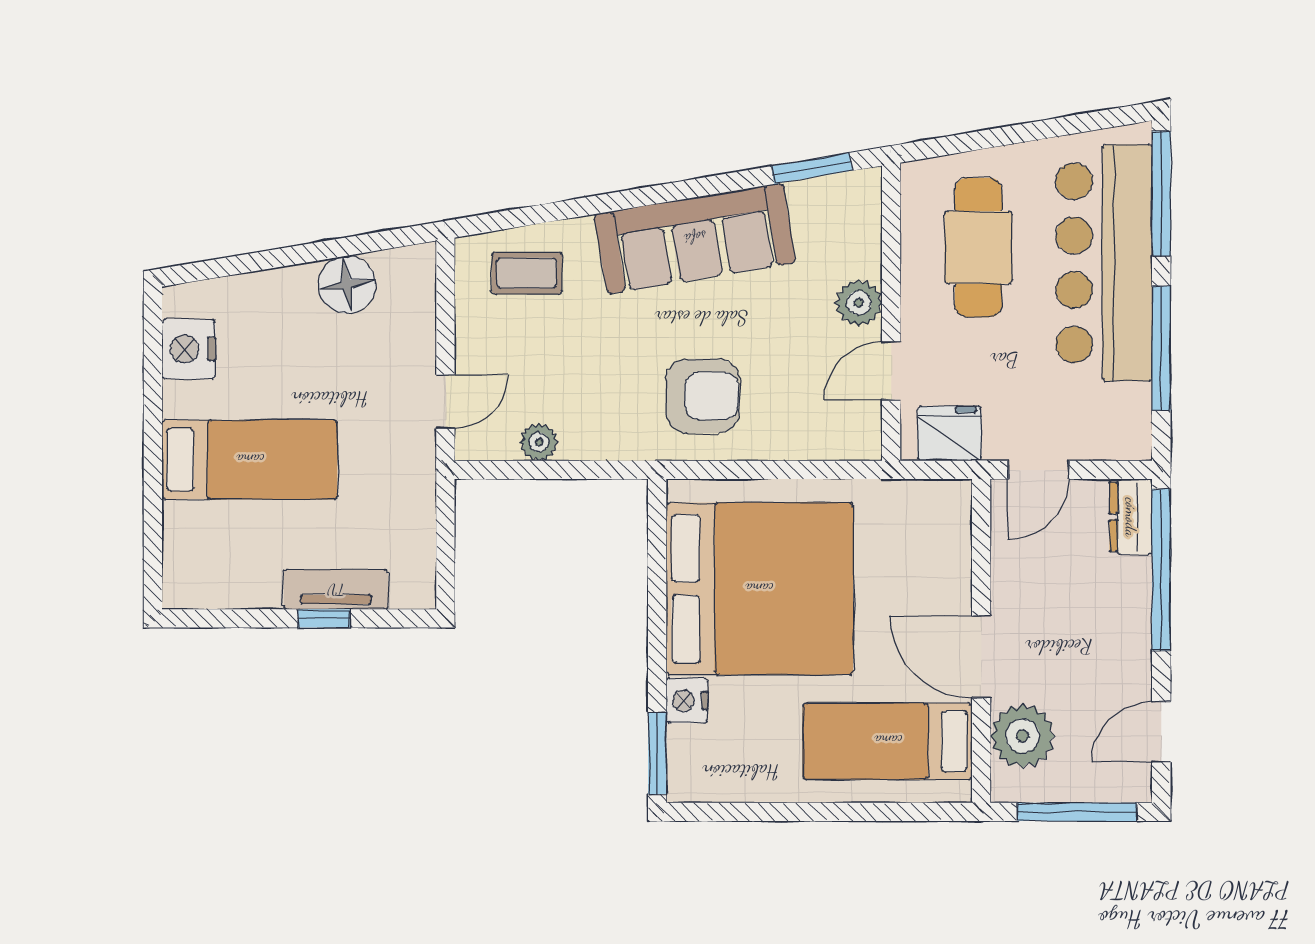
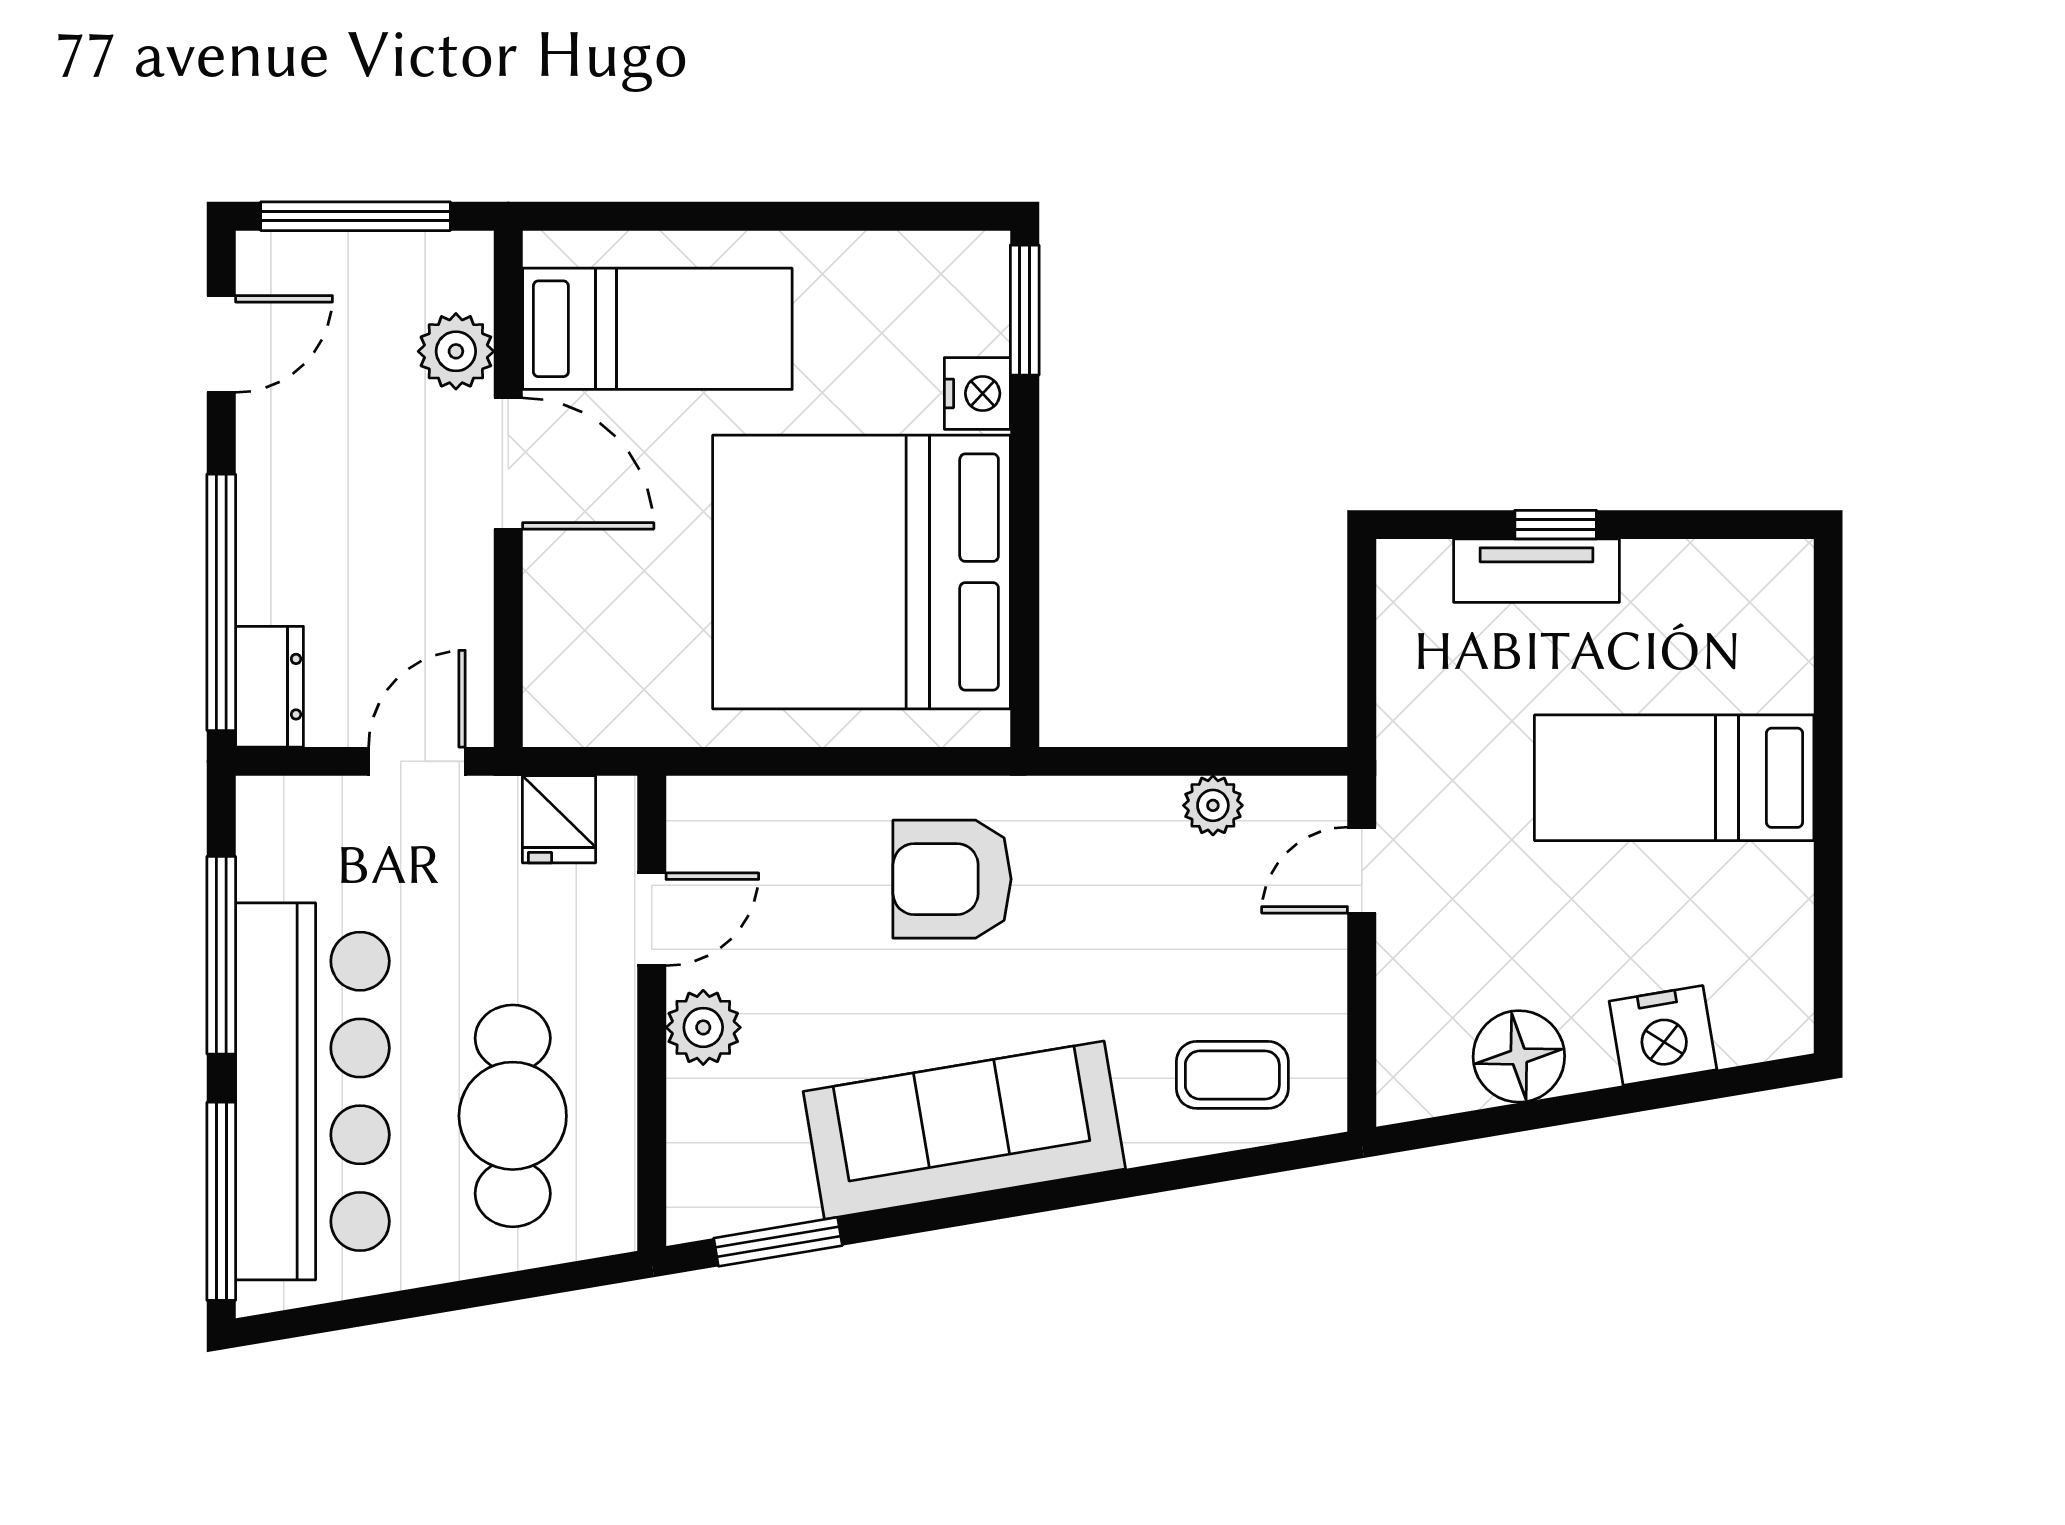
nightstand: (189, 349) -> (1663, 1035), moved, turned 80
fridge: (949, 433) -> (559, 819), width x0.72
plant: (1023, 736) -> (456, 351), width x0.73, depth x0.73

